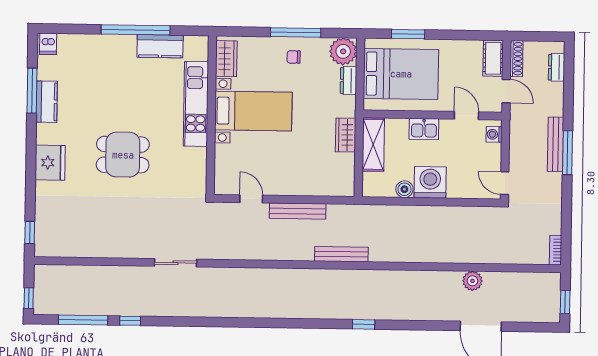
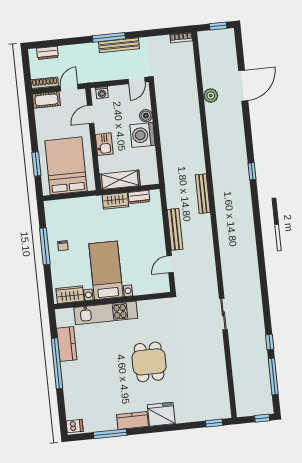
plant: (343, 51) -> (54, 210), removed
dresser: (348, 81) -> (139, 197), moved
kitchen counter: (47, 102) -> (133, 420), moved
bench: (555, 144) -> (119, 45), moved
boiler: (404, 189) -> (146, 116), moved

